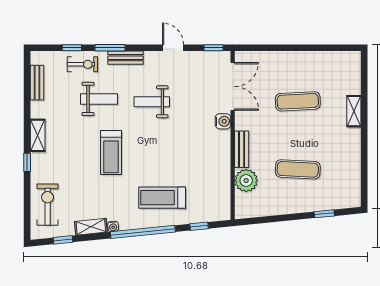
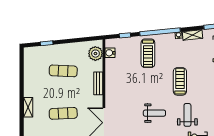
weight bench: (99, 99) -> (187, 115), turned 90
water cooler: (223, 121) -> (110, 53), moved
plant: (246, 181) -> (95, 54), moved
treadmill: (162, 198) -> (148, 53), turned 90

